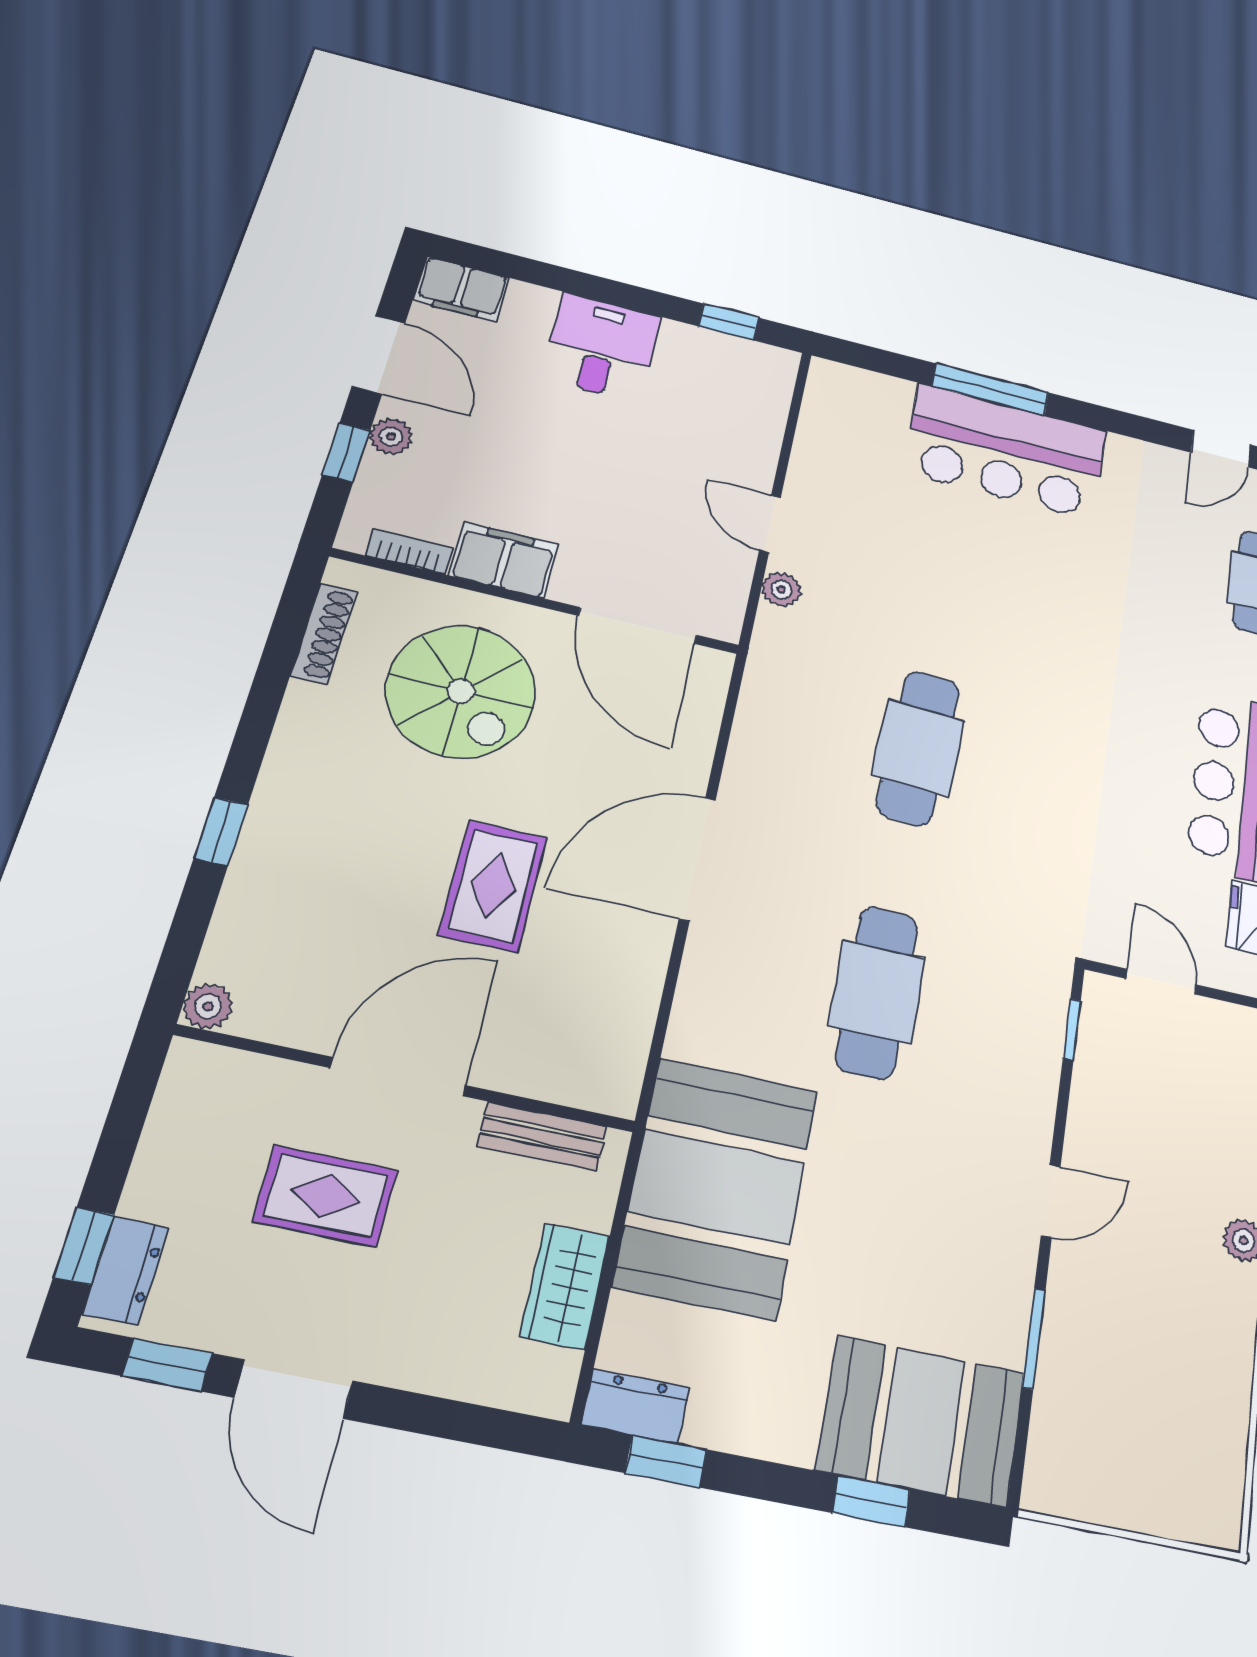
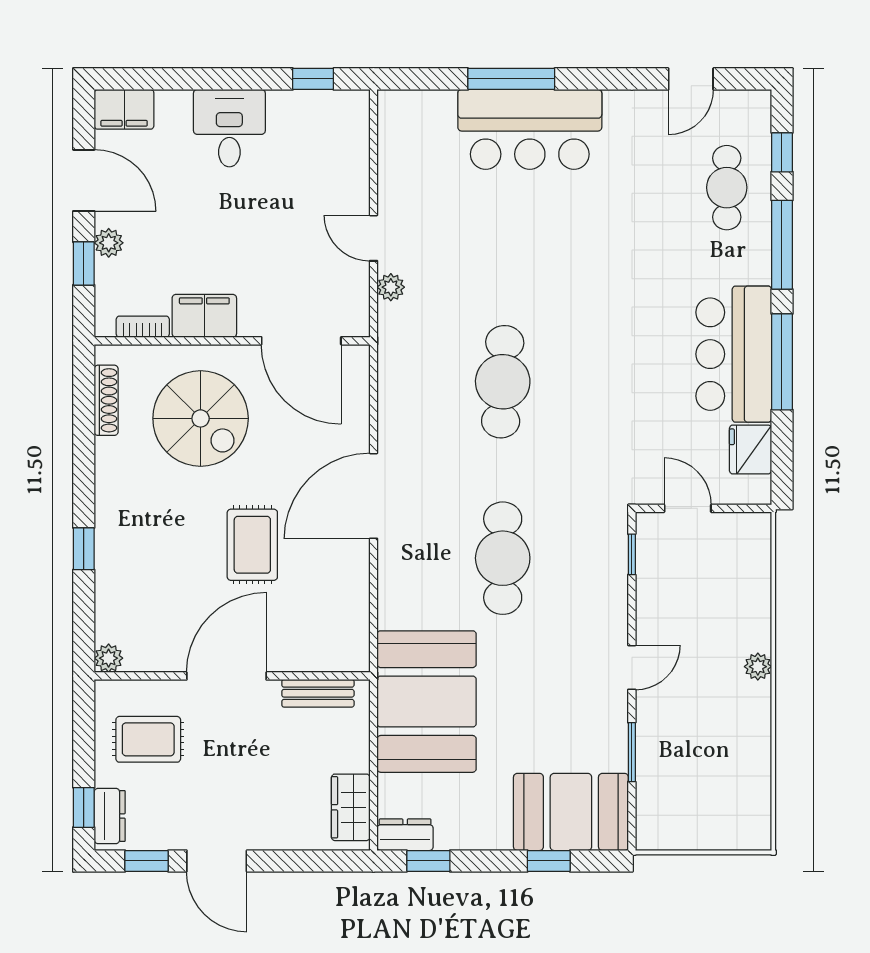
rug: (326, 1196) -> (148, 739), moved
wardrobe: (565, 1286) -> (351, 807), moved

